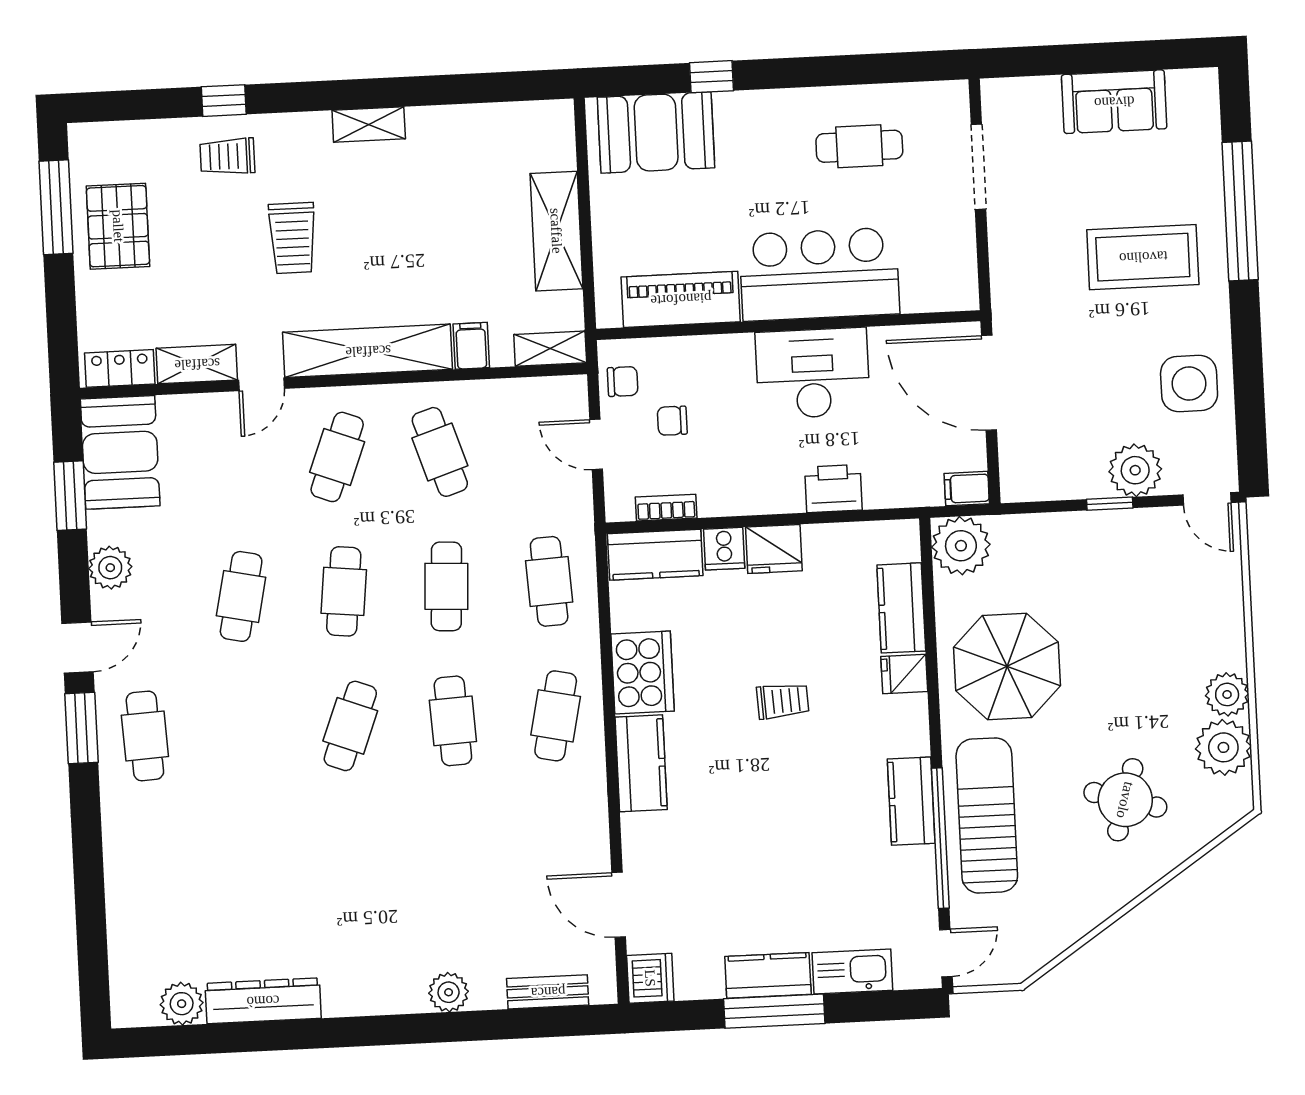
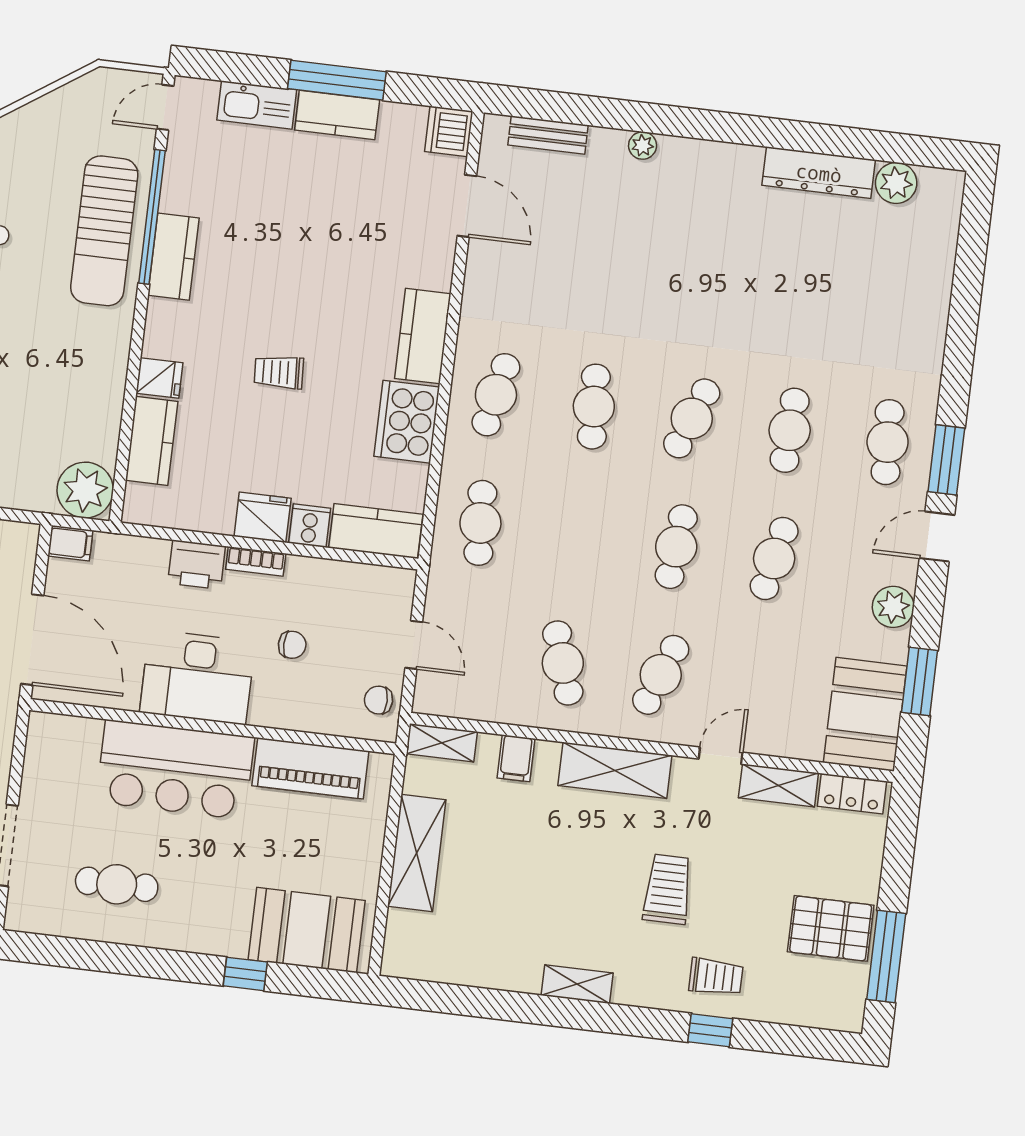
pallet: (118, 226) -> (831, 928), turned 90
shelving: (368, 351) -> (615, 770), width x0.68
chair: (672, 421) -> (292, 645), moved
bookcase: (666, 508) -> (256, 561), moved
cafe table: (446, 586) -> (790, 430), moved
parasol: (1007, 666) -> (61, 368), removed
plant: (449, 992) -> (643, 146), width x0.73, depth x0.73

